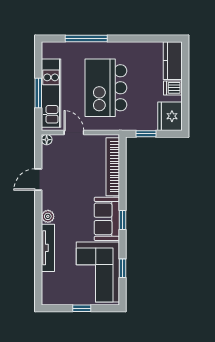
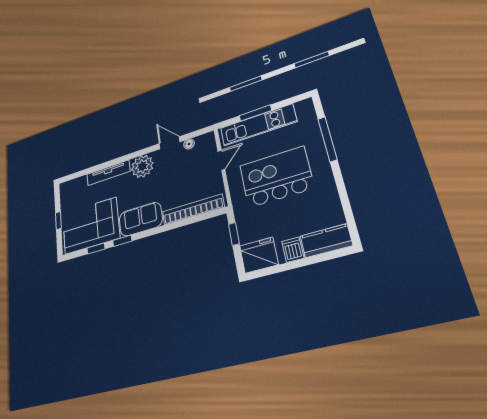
floor lamp: (47, 140) -> (189, 144), moved
plant: (48, 216) -> (142, 166), width x1.87, depth x1.87
window: (122, 220) -> (122, 241), moved

